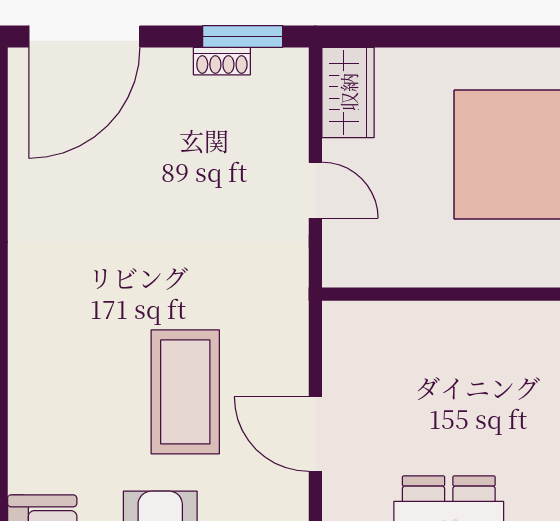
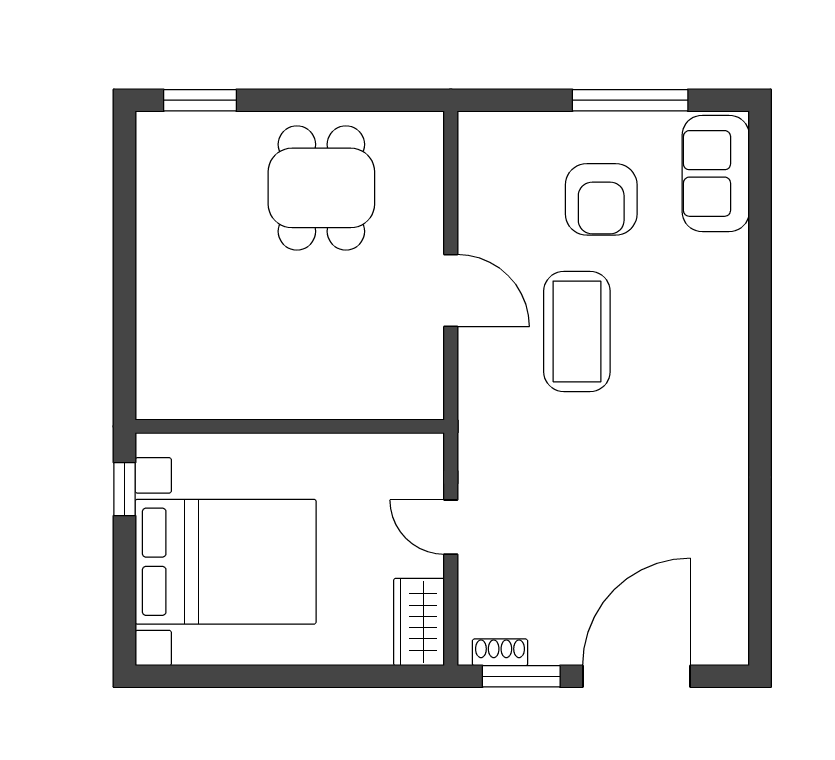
door: (84, 36) -> (636, 676), moved
shoe rack: (222, 61) -> (500, 652), moved

